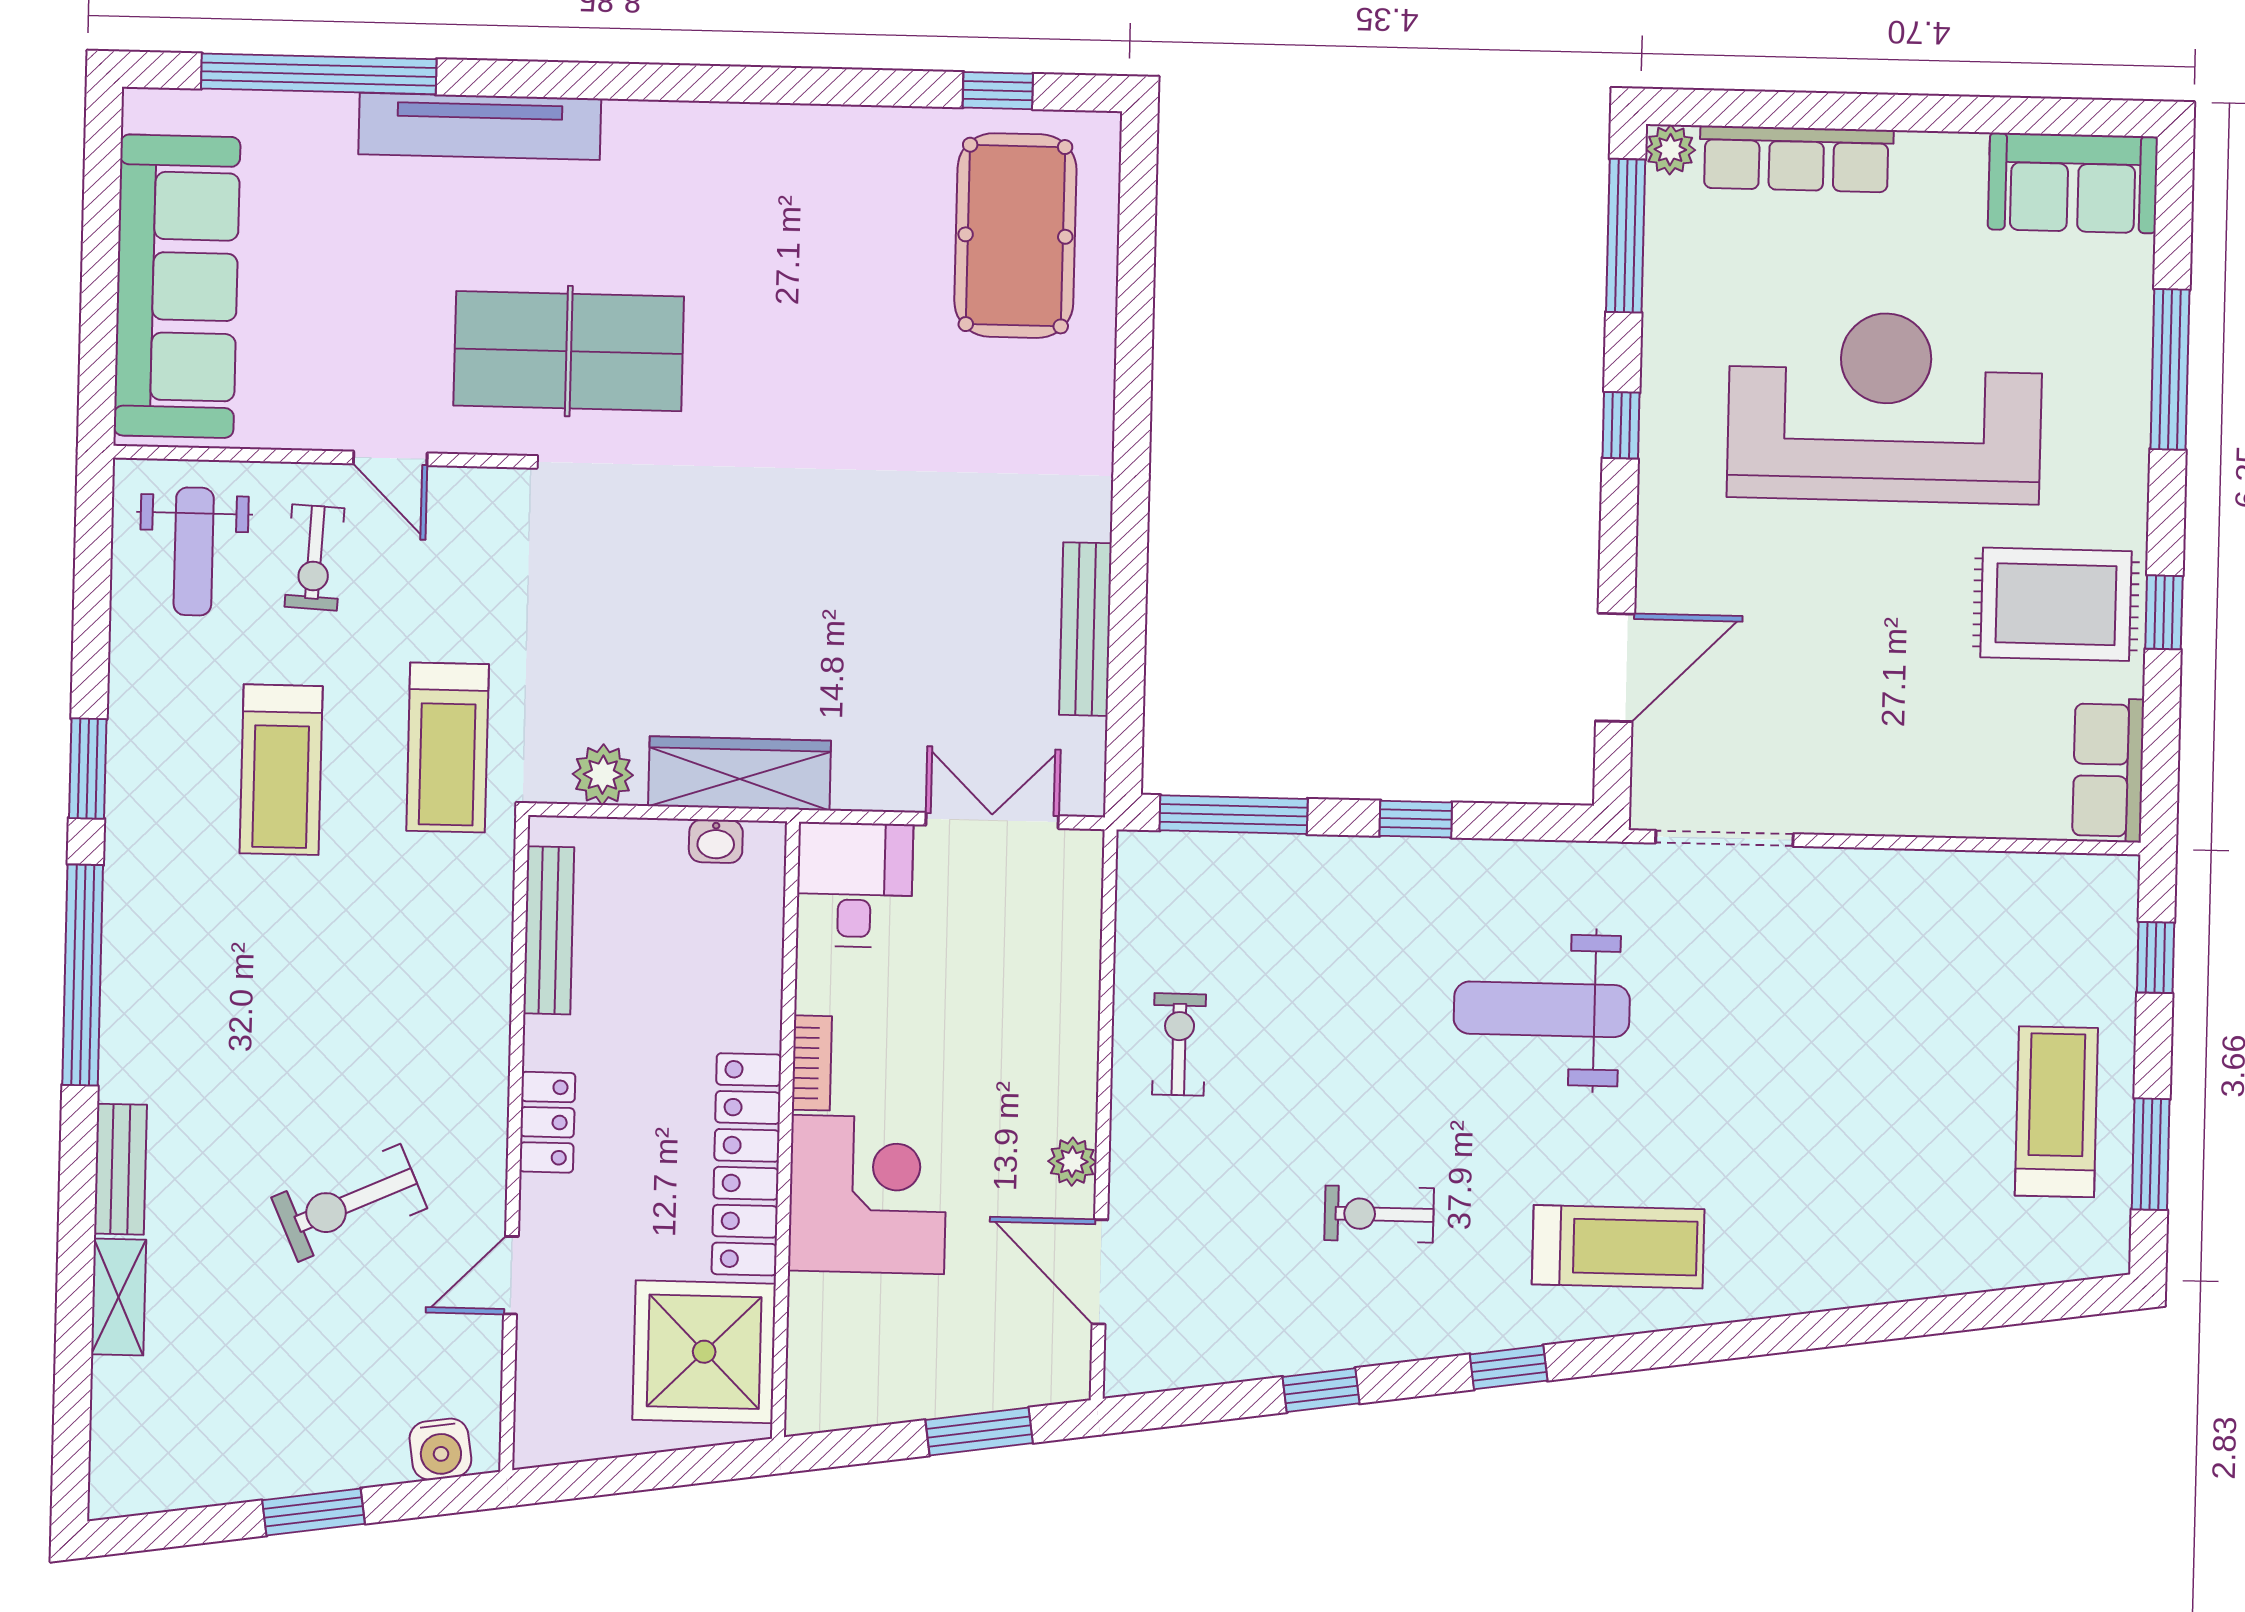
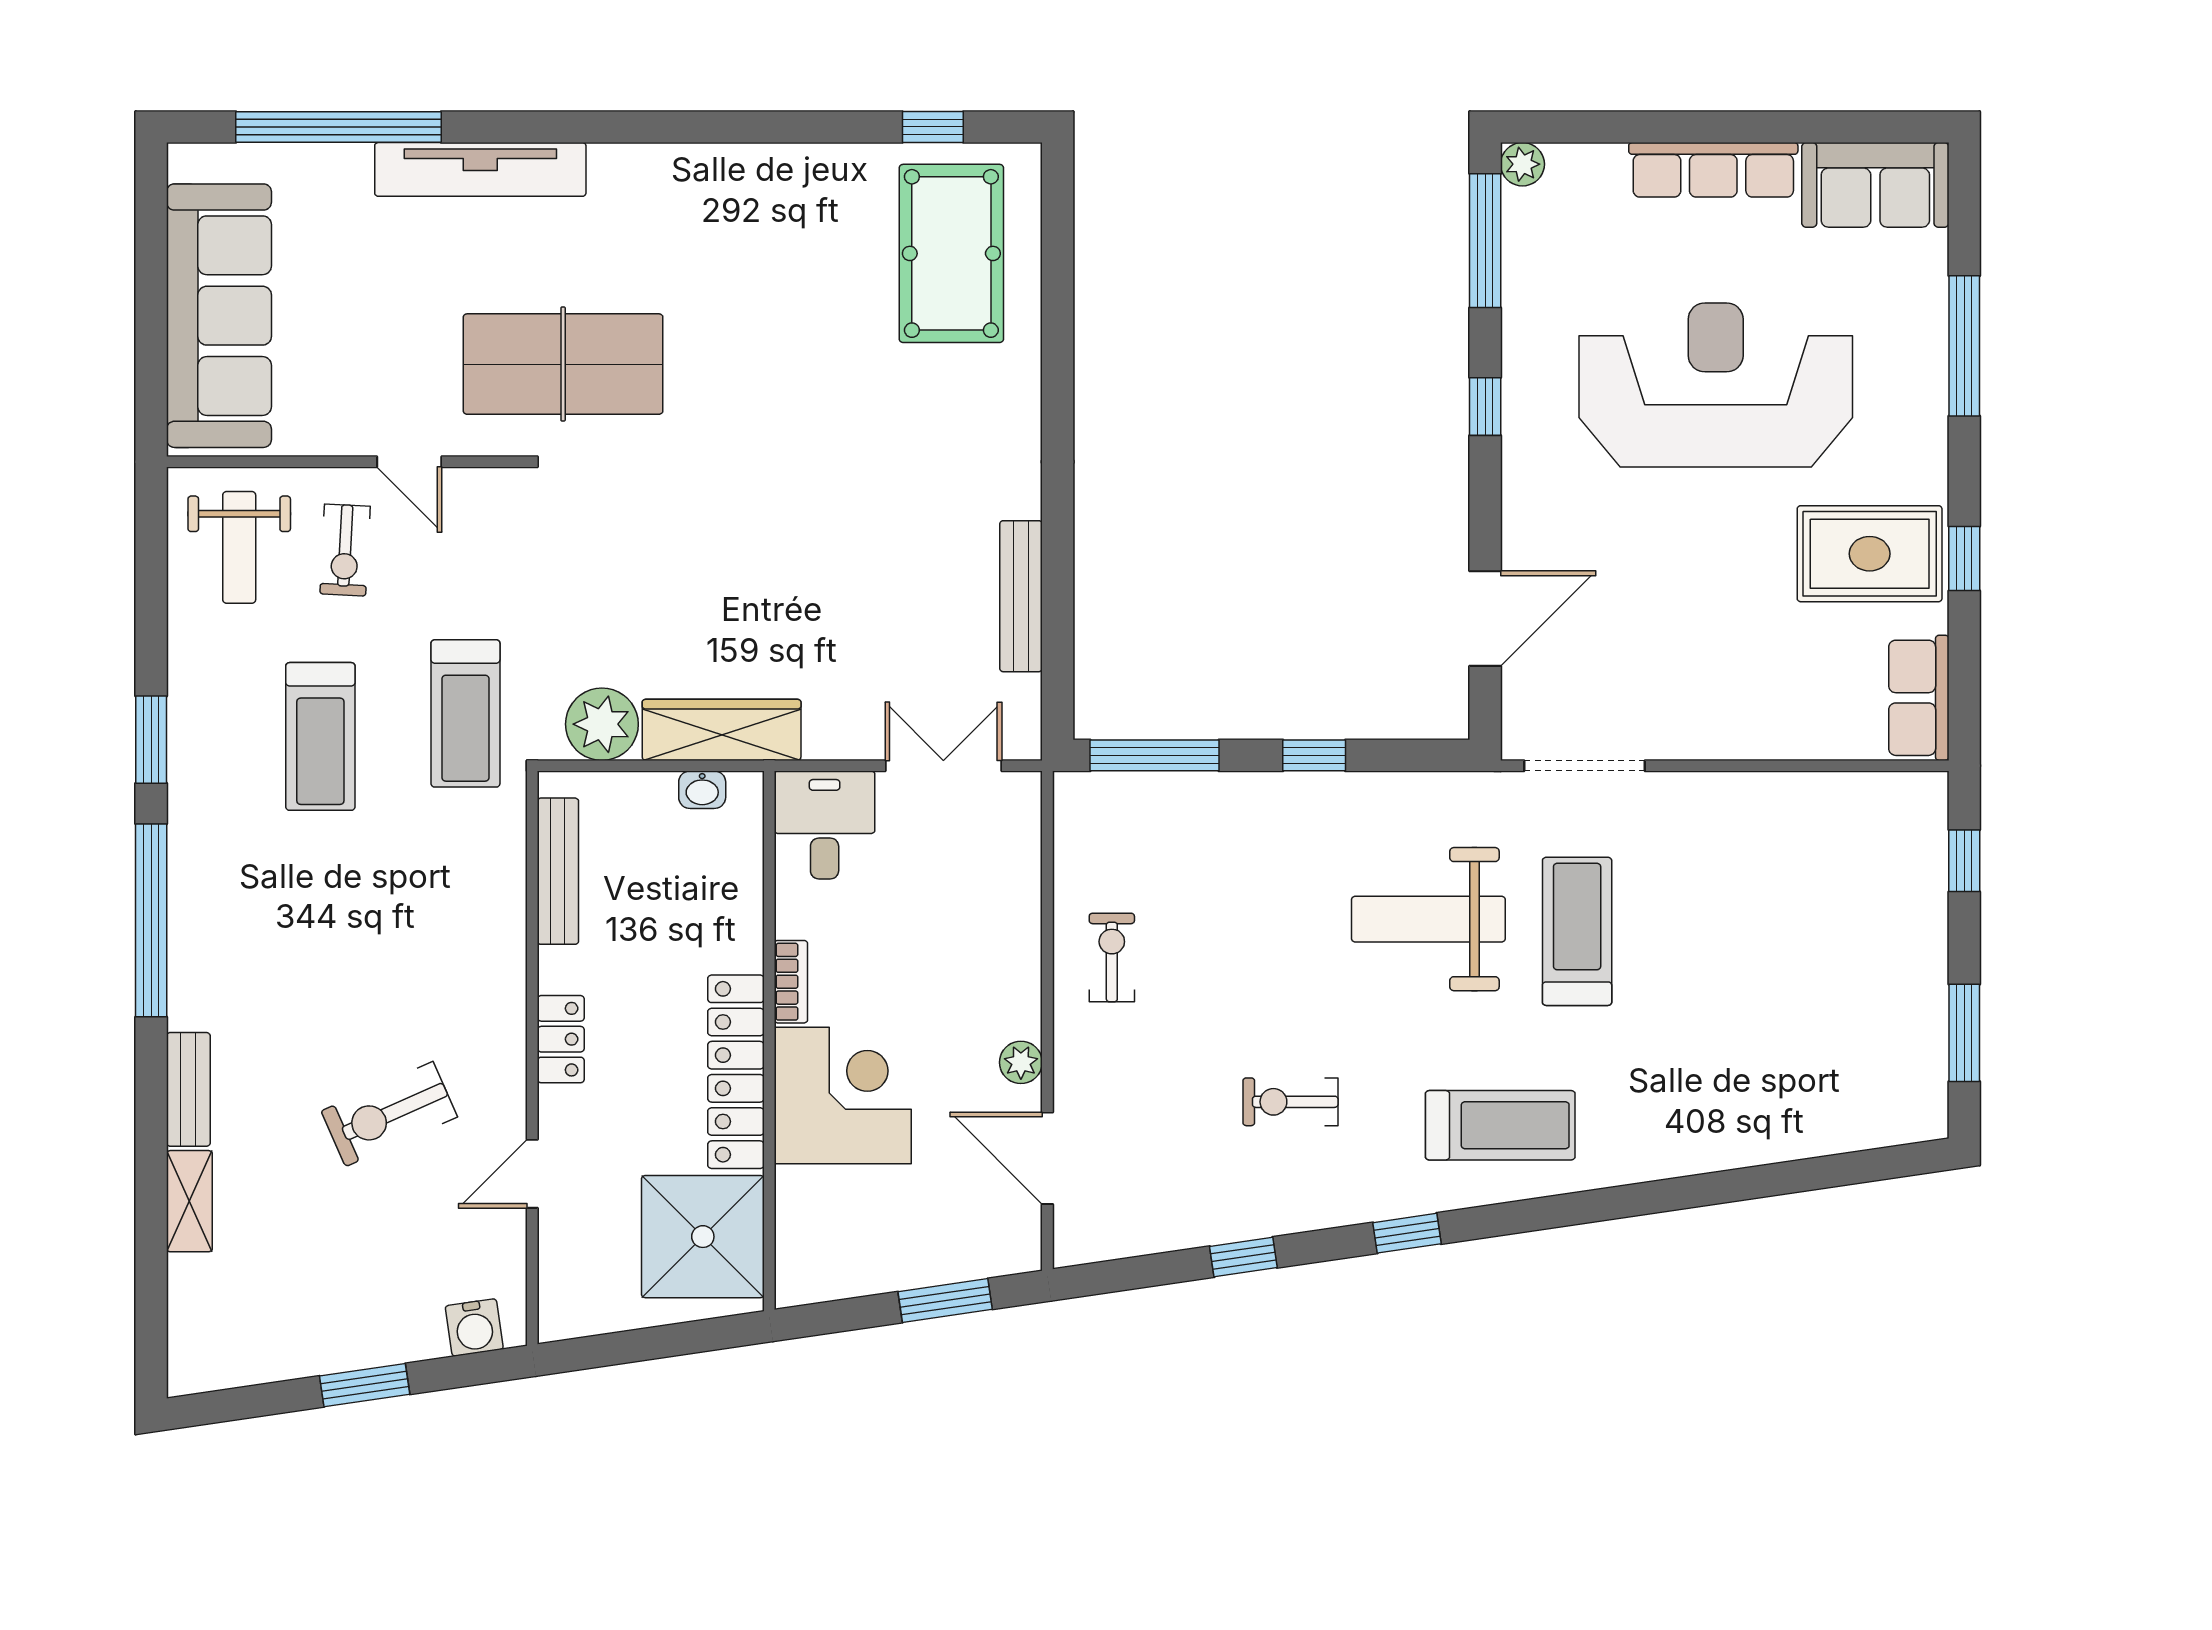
row of seats: (1796, 159) -> (1713, 170), moved
plant: (603, 775) -> (602, 724), width x1.36, depth x1.36
treadmill: (2056, 1112) -> (1577, 931), moved

